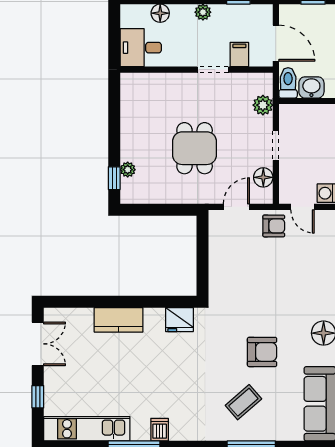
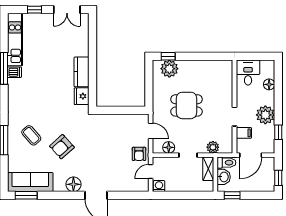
plant: (203, 12) -> (265, 115), width x1.88, depth x1.88
shelving: (298, 113) -> (208, 169), added
plant: (128, 170) -> (169, 69), width x1.88, depth x1.88
kitchen counter: (119, 320) -> (82, 72), moved
armchair: (262, 352) -> (62, 147), turned 48
dishwasher: (160, 430) -> (14, 72), moved

